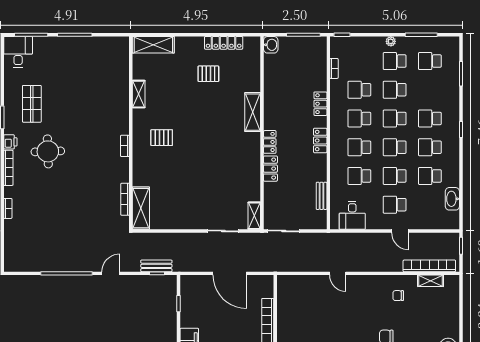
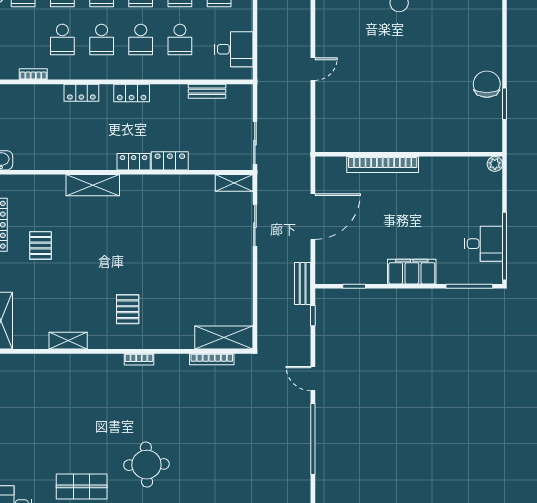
bench: (156, 266) -> (303, 283), moved

